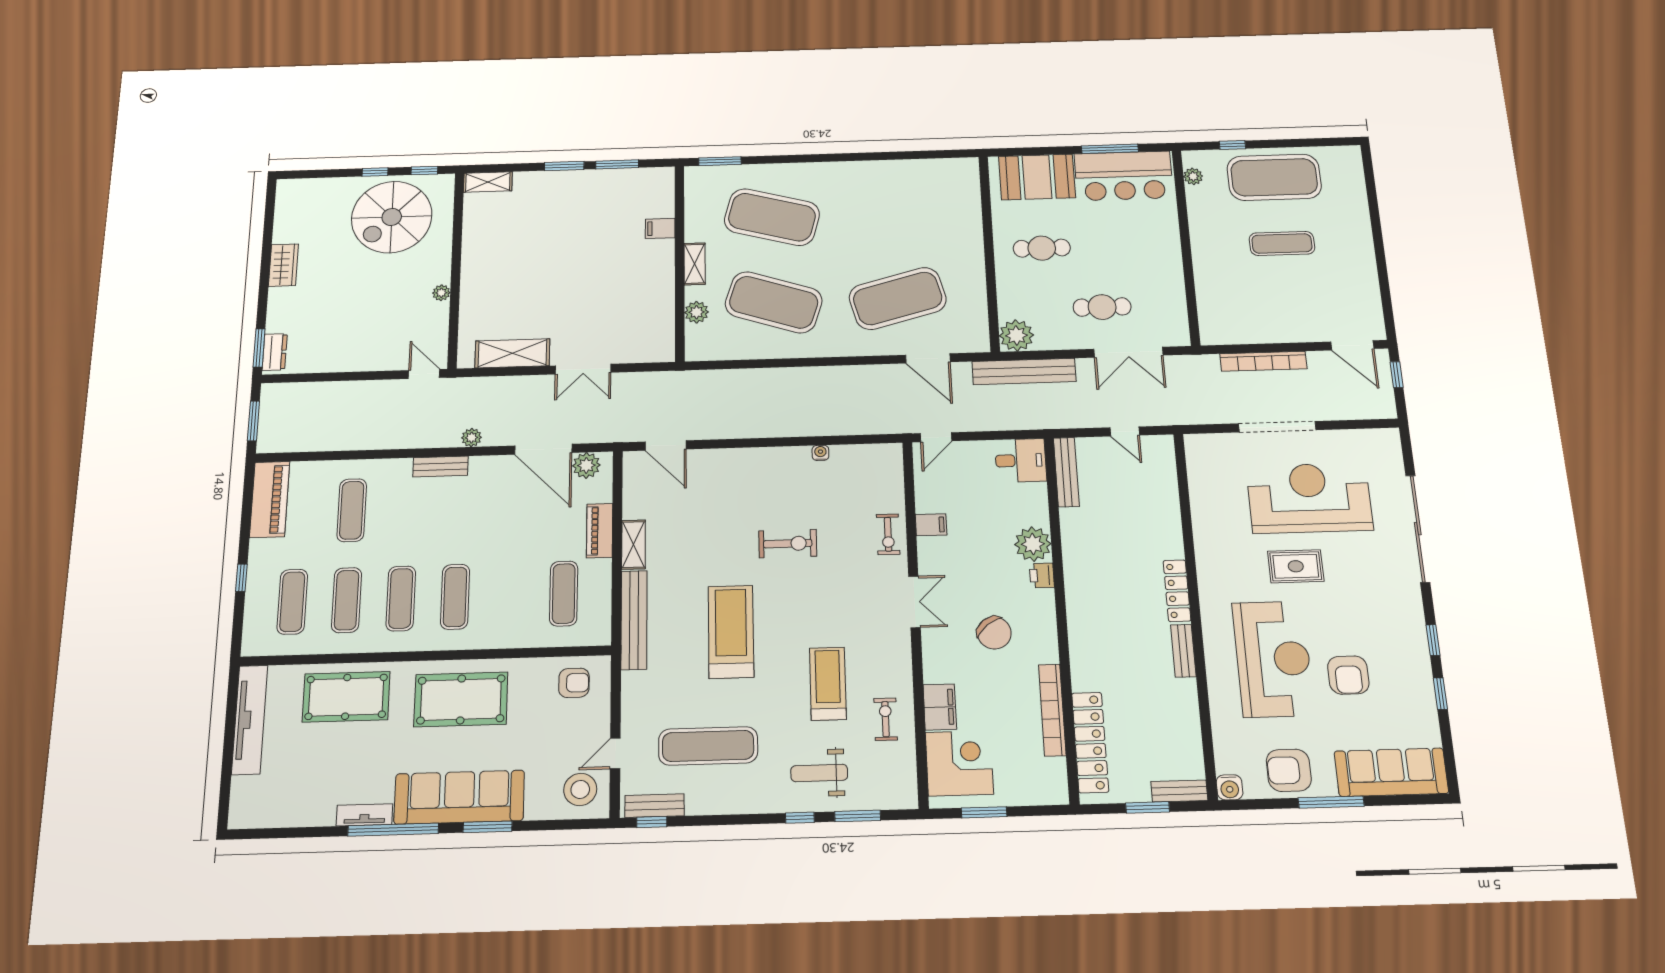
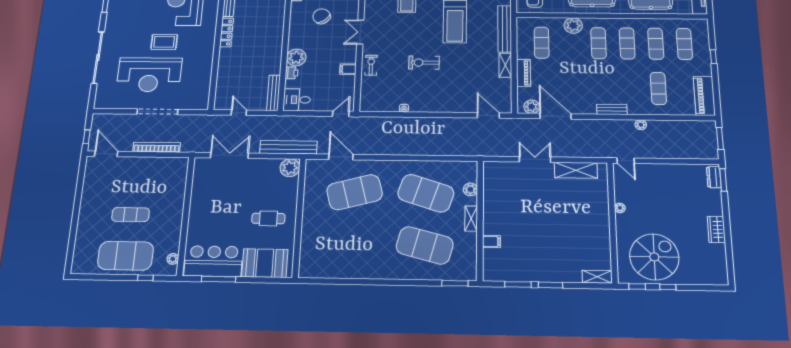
cafe table: (1102, 307) -> (240, 182), removed
plant: (471, 438) -> (641, 125), moved
printer: (1042, 575) -> (292, 73), moved
plant: (501, 632) -> (573, 26), added

